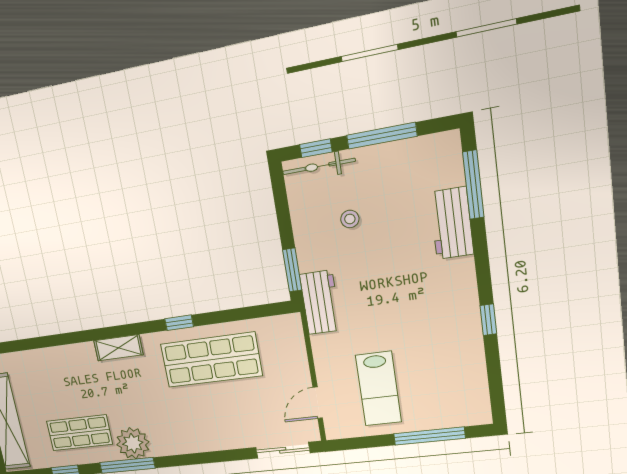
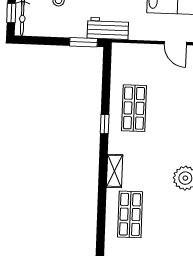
shop shelf: (211, 360) -> (134, 108), width x0.70, depth x0.74
shop shelf: (79, 433) -> (130, 214), moved

